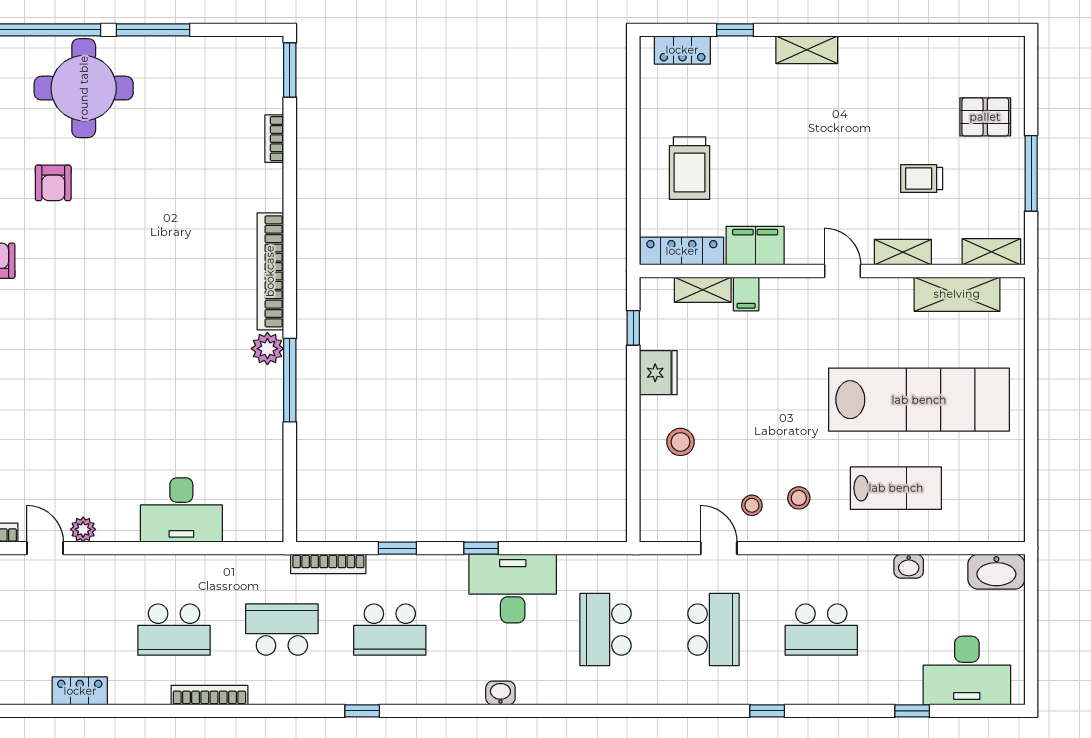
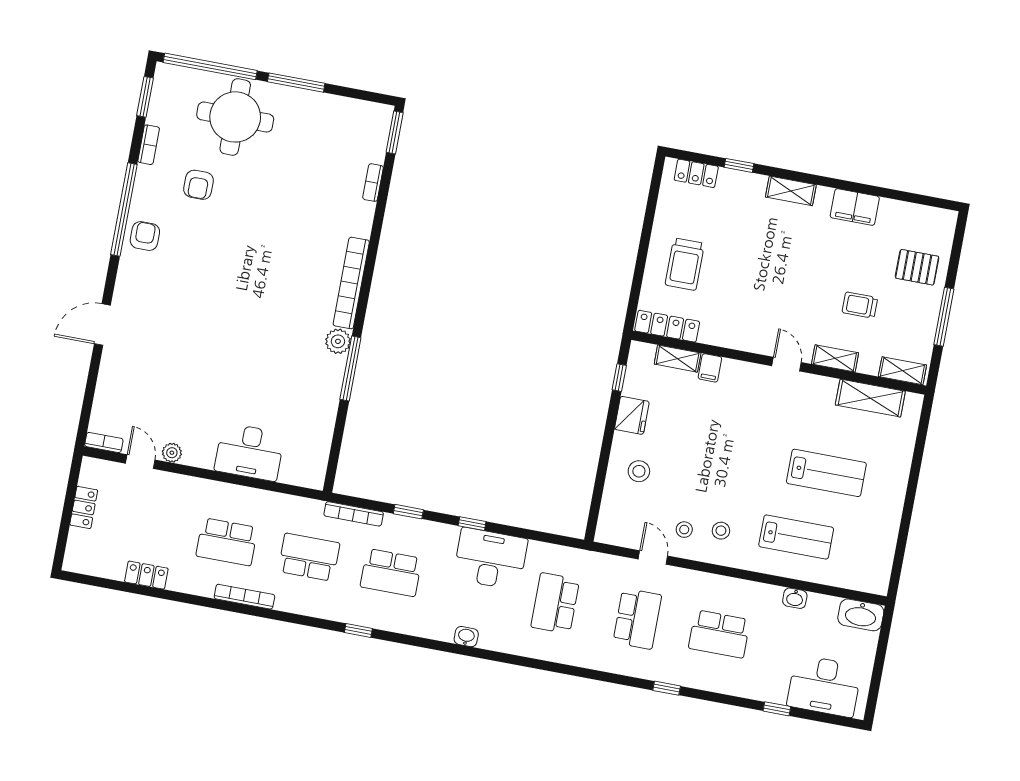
filing cabinet: (755, 246) -> (855, 207), moved, turned 180
lab bench: (919, 400) -> (826, 473), width x0.54, depth x0.72

